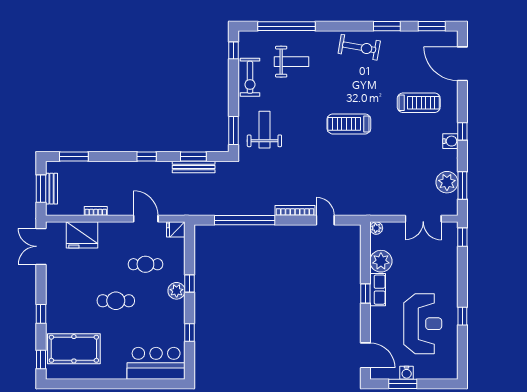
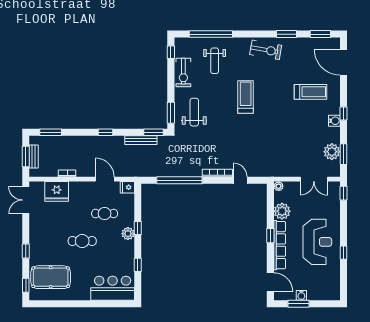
weight bench: (291, 62) -> (215, 61), turned 90
treadmill: (349, 124) -> (246, 97), moved, turned 90
window: (193, 157) -> (153, 132), moved
row of seats: (378, 290) -> (280, 245), width x2.02
reception desk: (423, 324) -> (317, 242), moved

